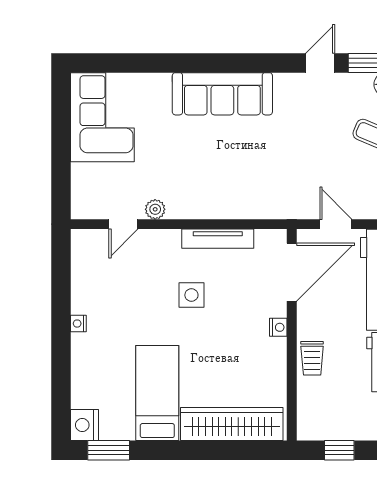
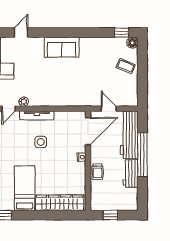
door: (320, 63) -> (21, 33), moved
sofa: (222, 94) -> (62, 47), width x0.73
tv unit: (218, 239) -> (37, 115), moved

